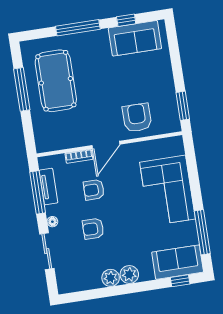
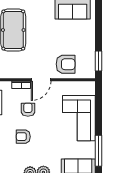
armchair: (137, 118) -> (66, 64), turned 90
armchair: (94, 190) -> (28, 110), turned 90

